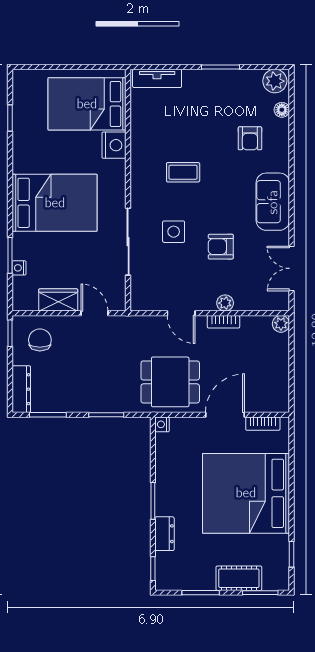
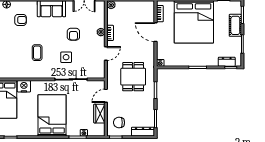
dining table: (170, 382) -> (133, 77), moved
dresser: (164, 534) -> (227, 62), moved

